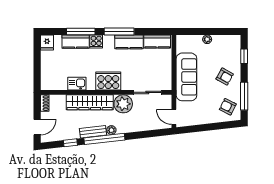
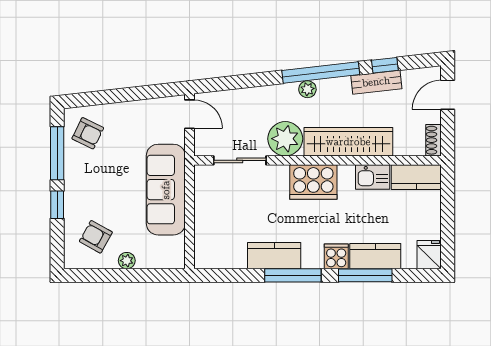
kitchen counter: (157, 42) -> (416, 177), moved, turned 180
window: (244, 56) -> (57, 205), moved
armchair: (225, 77) -> (96, 237), moved
bench: (93, 132) -> (376, 82), moved

